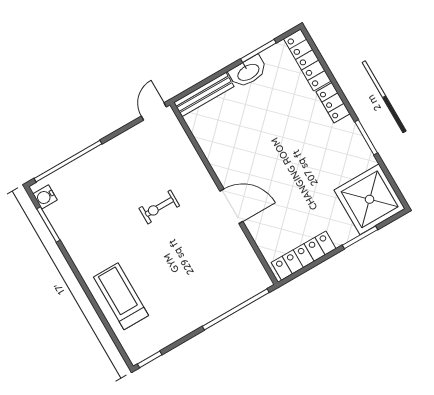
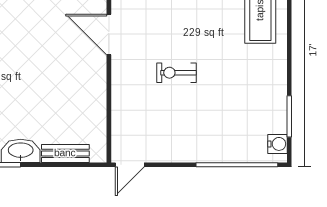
bench: (204, 94) -> (65, 153), width x0.73
exercise bike: (159, 207) -> (176, 73), turned 180

